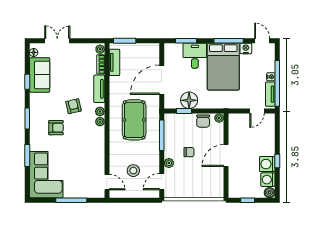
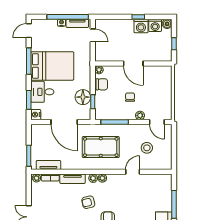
nightstand: (246, 48) -> (36, 115), moved
door: (107, 182) -> (133, 172), moved

